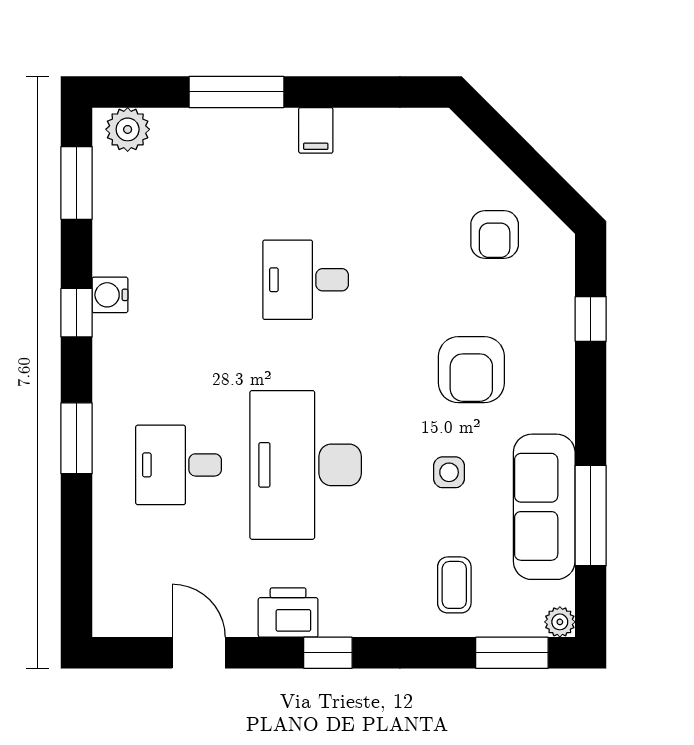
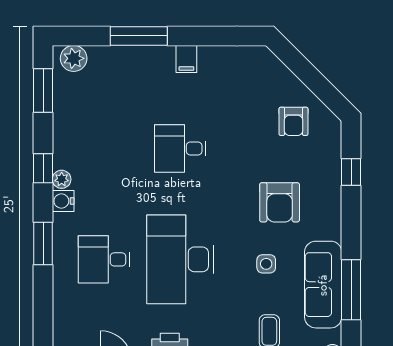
water cooler: (110, 295) -> (63, 201), moved
plant: (107, 331) -> (62, 179), added

